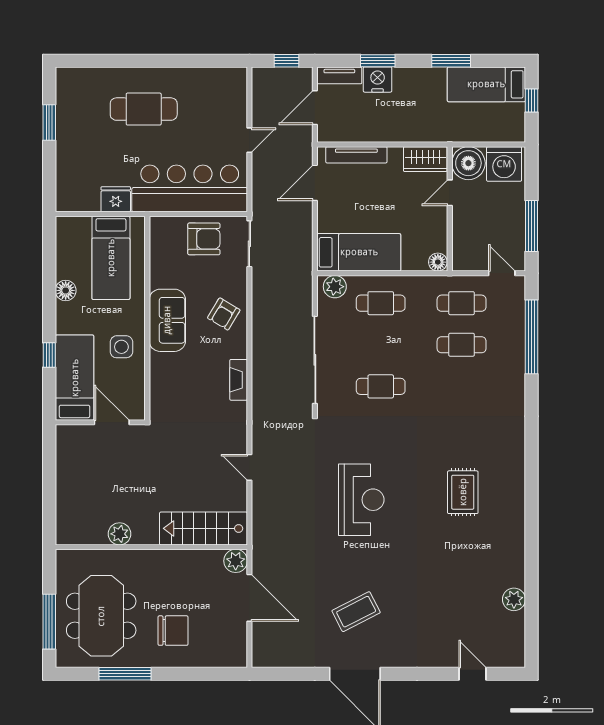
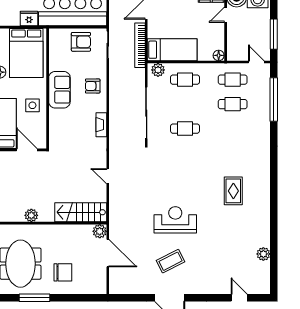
bookcase: (304, 245) -> (140, 45), added
bed: (111, 258) -> (26, 53), width x1.50
armchair: (224, 314) -> (93, 86), turned 59
reception desk: (361, 500) -> (175, 220), moved, turned -90

